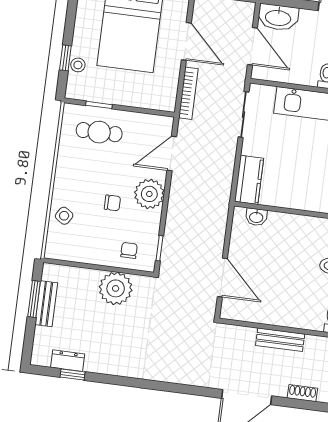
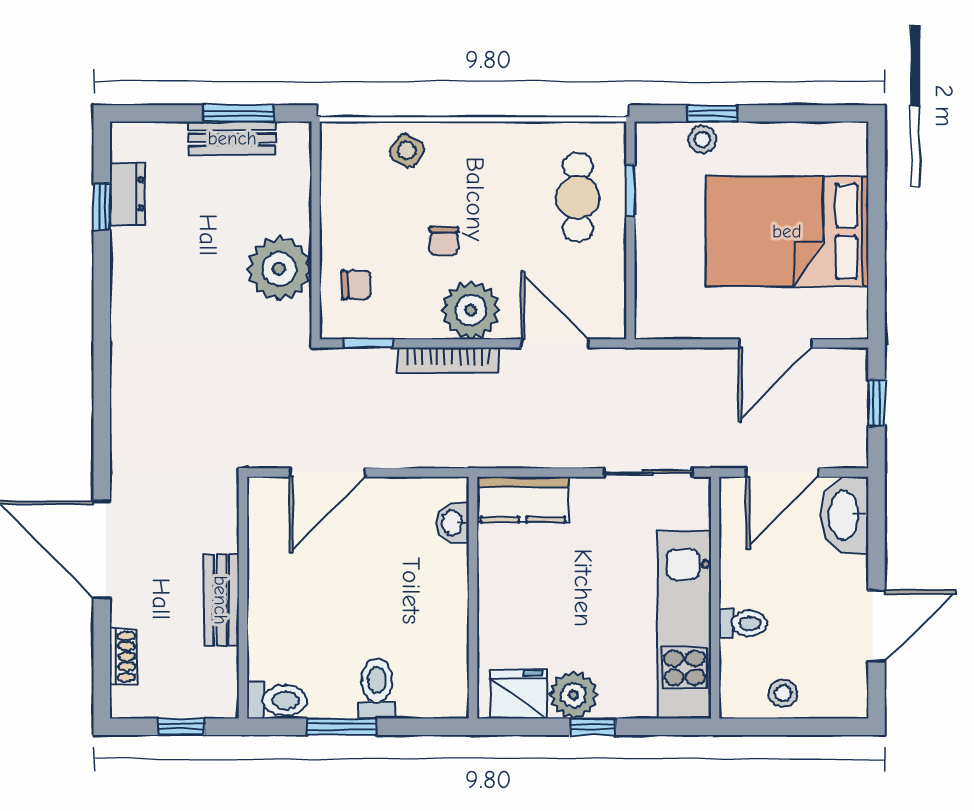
bookcase: (188, 93) -> (449, 360), moved

